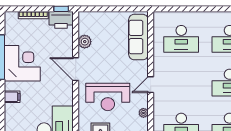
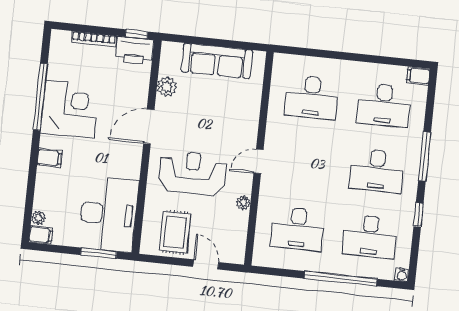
sofa: (138, 37) -> (217, 61), moved, turned -90
door: (76, 69) -> (149, 127), hinge flipped
reception desk: (108, 97) -> (193, 173), turned 180

